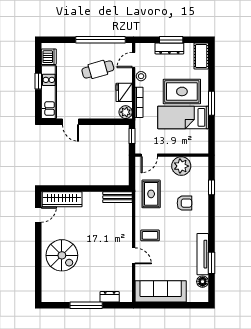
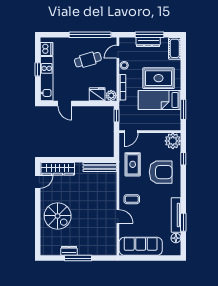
window: (171, 40) -> (150, 35), width x1.44
fridge: (124, 92) -> (97, 94), moved, turned 90
window: (211, 103) -> (183, 109), moved
plant: (181, 166) -> (173, 141), moved
bench: (117, 197) -> (100, 167), width x1.36
armchair: (184, 203) -> (161, 172), width x1.88, depth x1.88
dresser: (110, 297) -> (69, 251), moved

